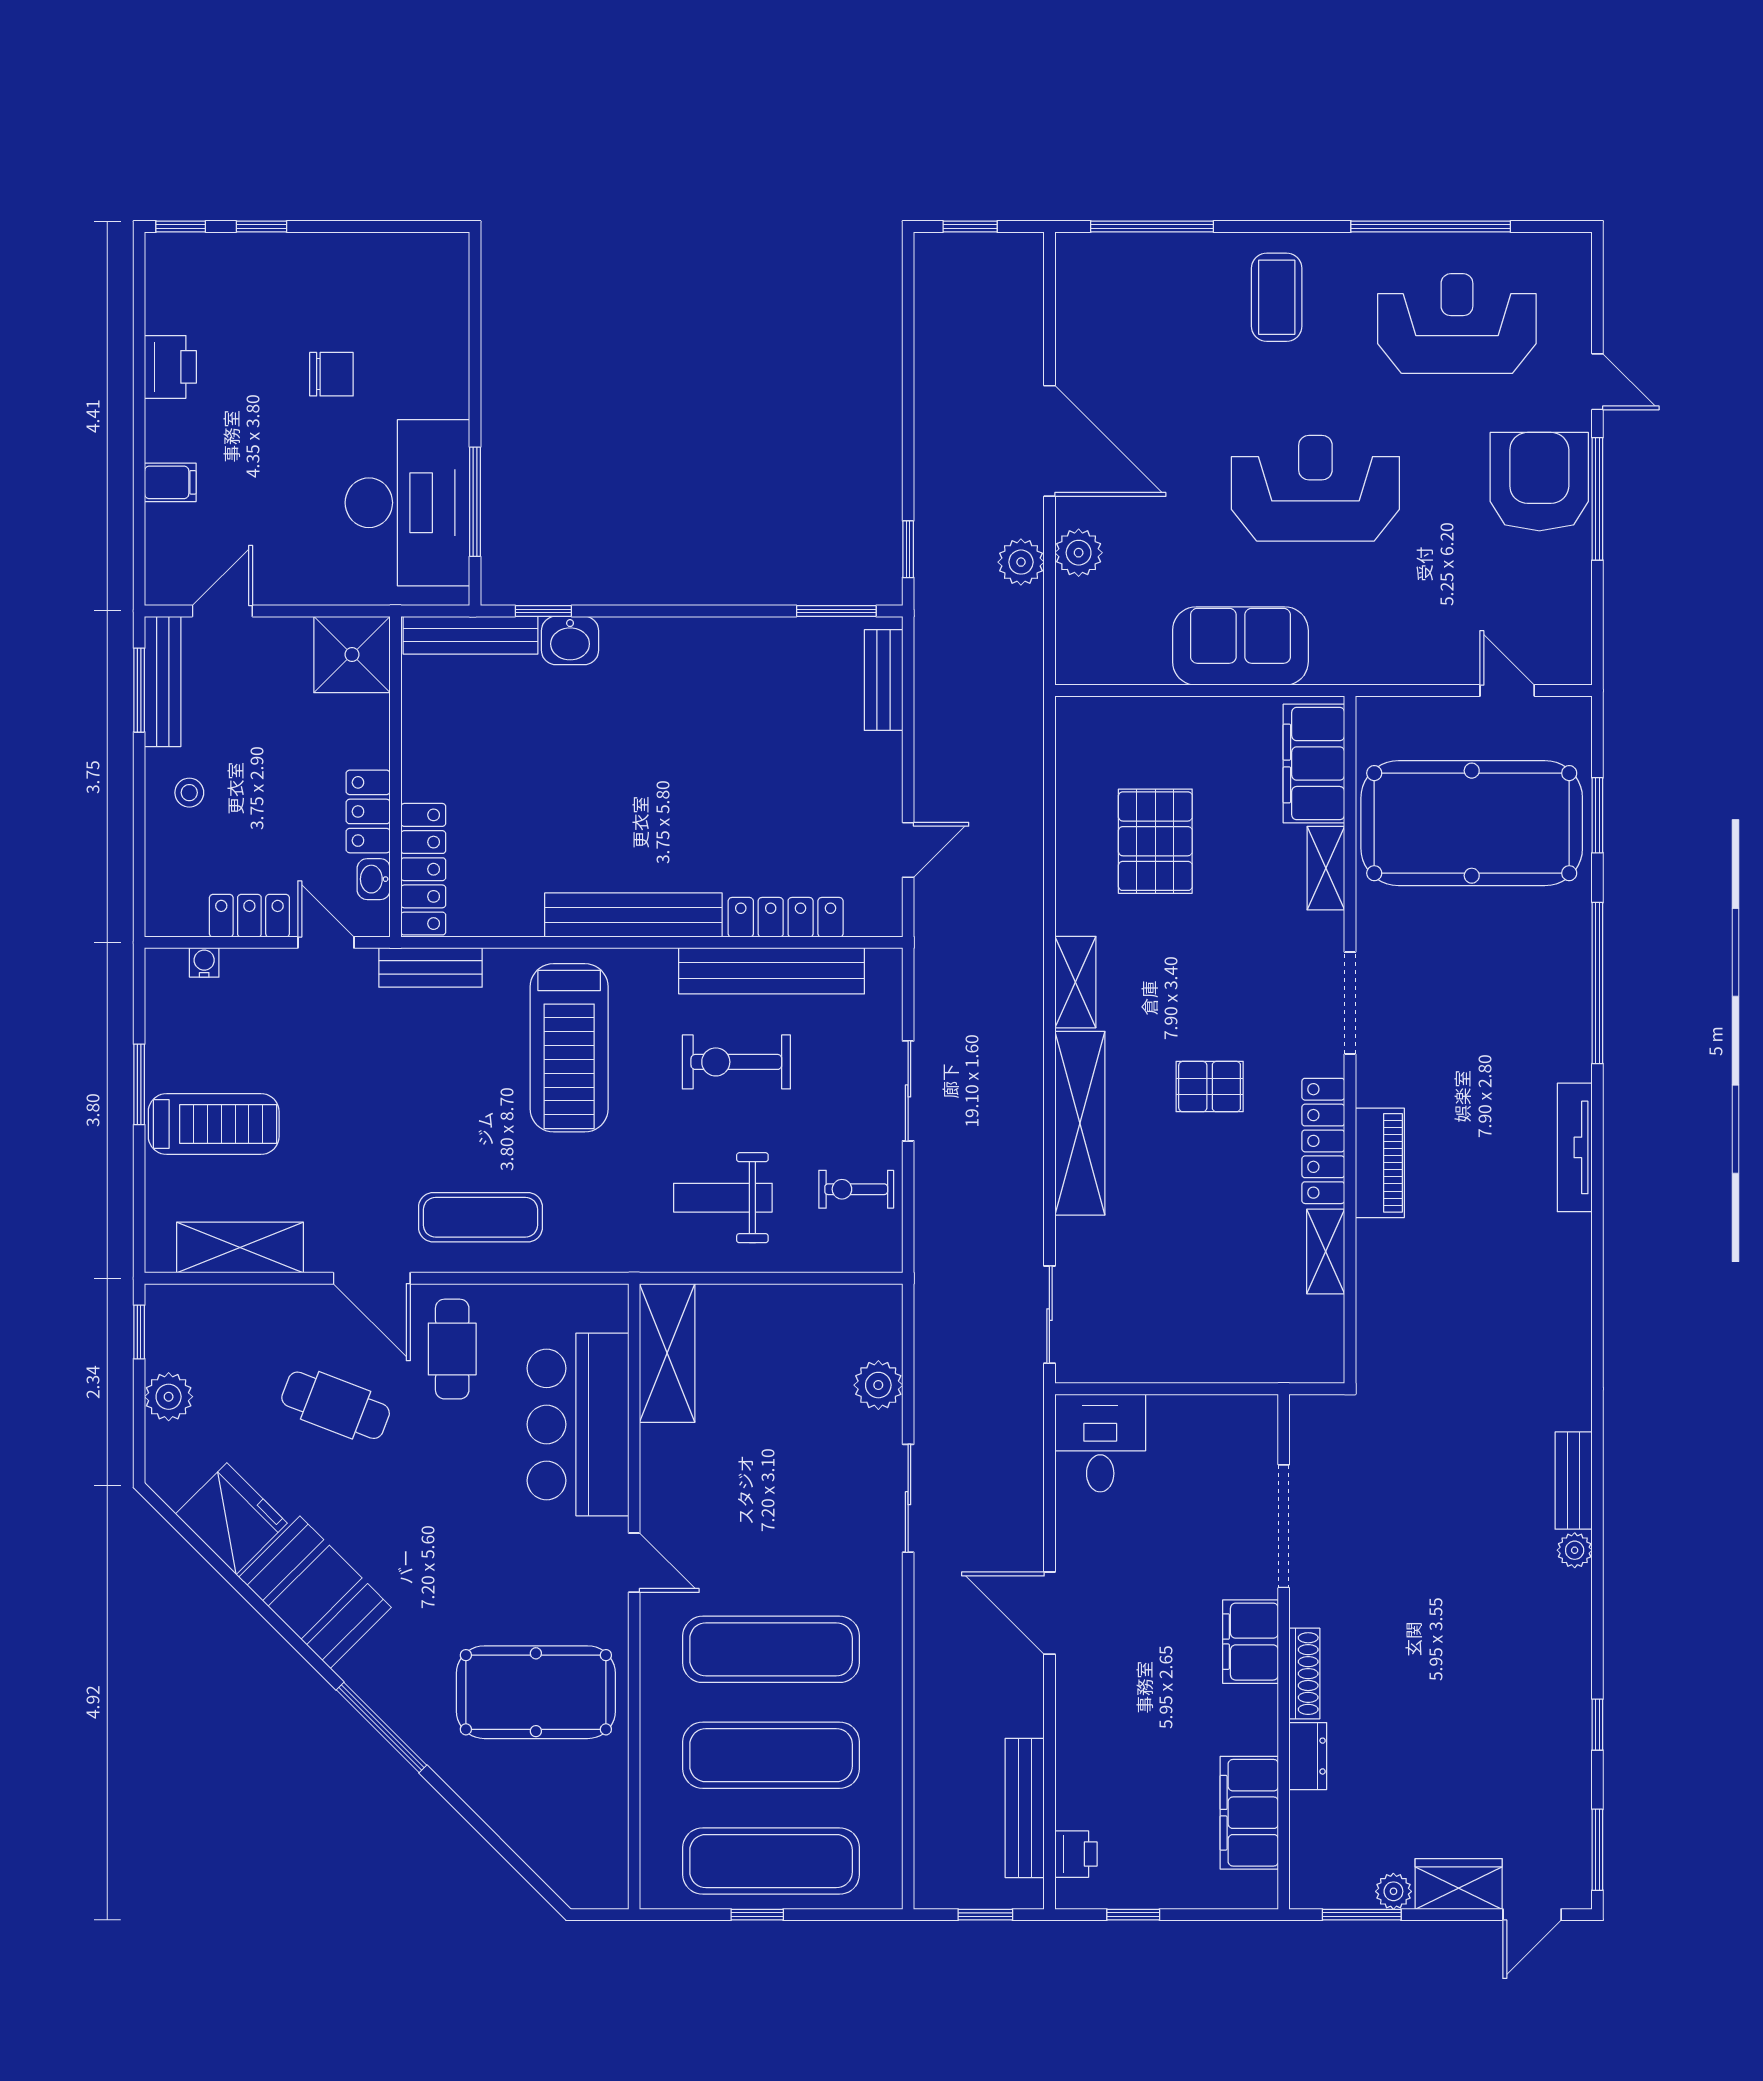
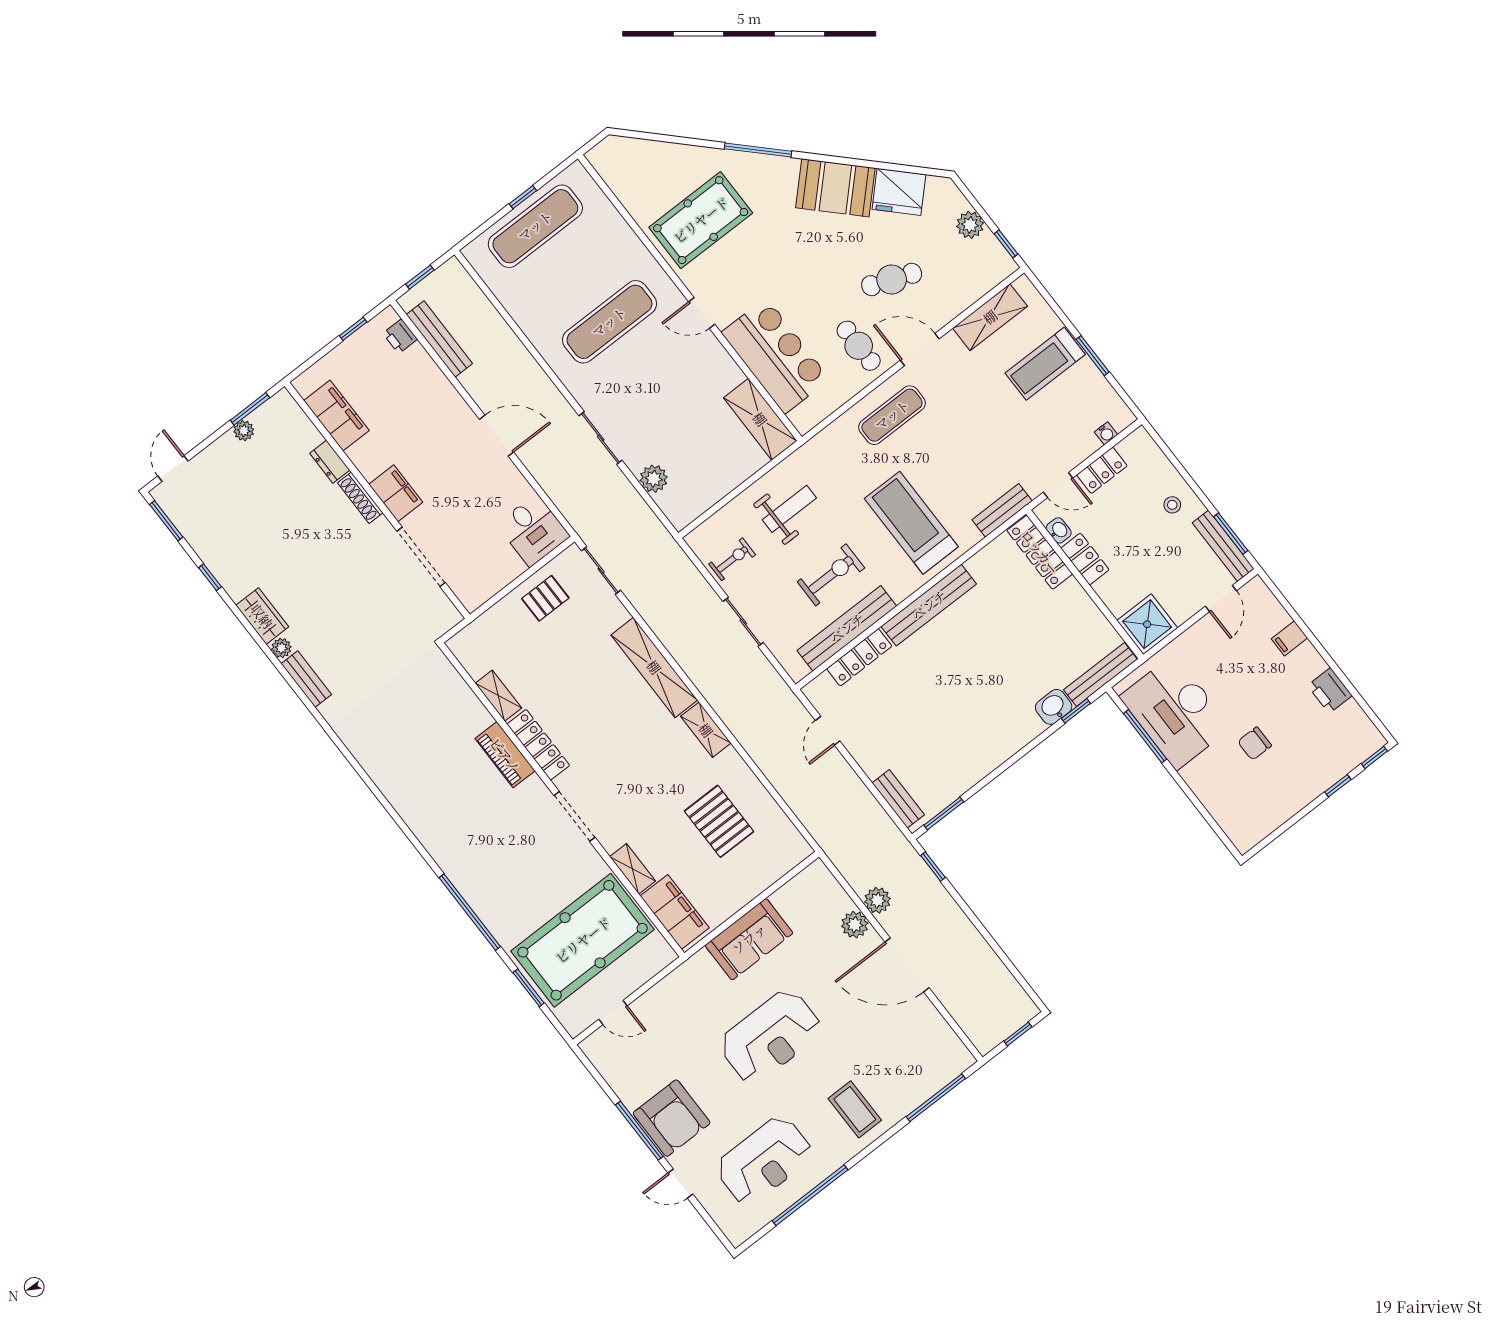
pallet: (1210, 1087) -> (545, 598), moved
tv unit: (1575, 1147) -> (422, 830), removed
exercise mat: (771, 1755) -> (572, 274), removed
wardrobe: (1459, 1884) -> (262, 616), moved, turned -90

